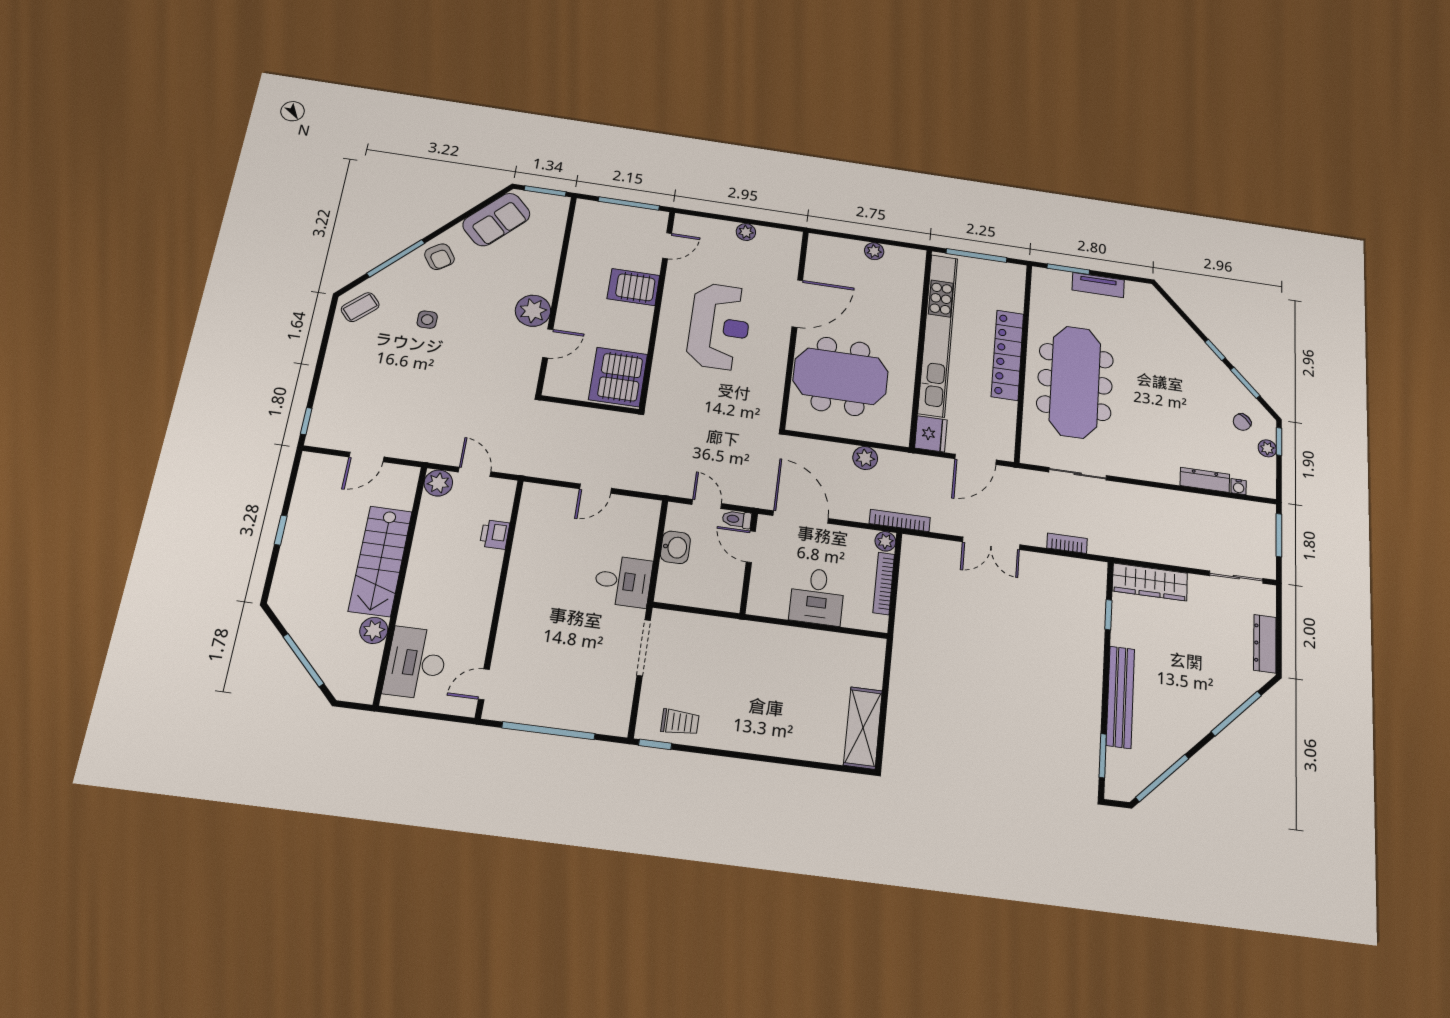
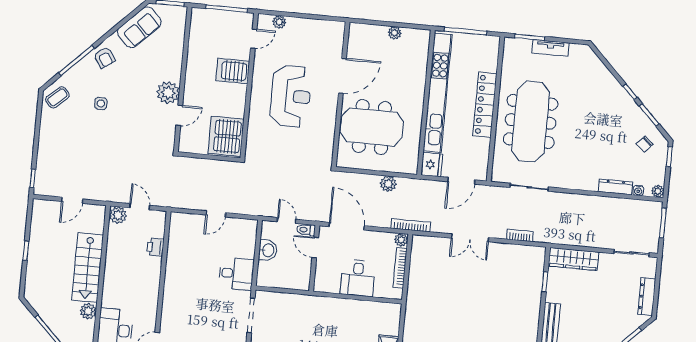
plant: (746, 232) -> (279, 22), moved
plant: (1267, 448) -> (658, 191), moved

